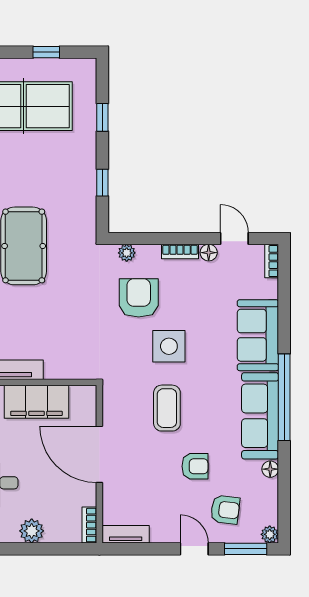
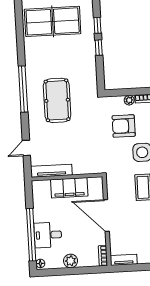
window: (102, 183) -> (99, 48), moved
plant: (127, 253) -> (129, 100), moved
armchair: (139, 298) -> (124, 126), turned -90

